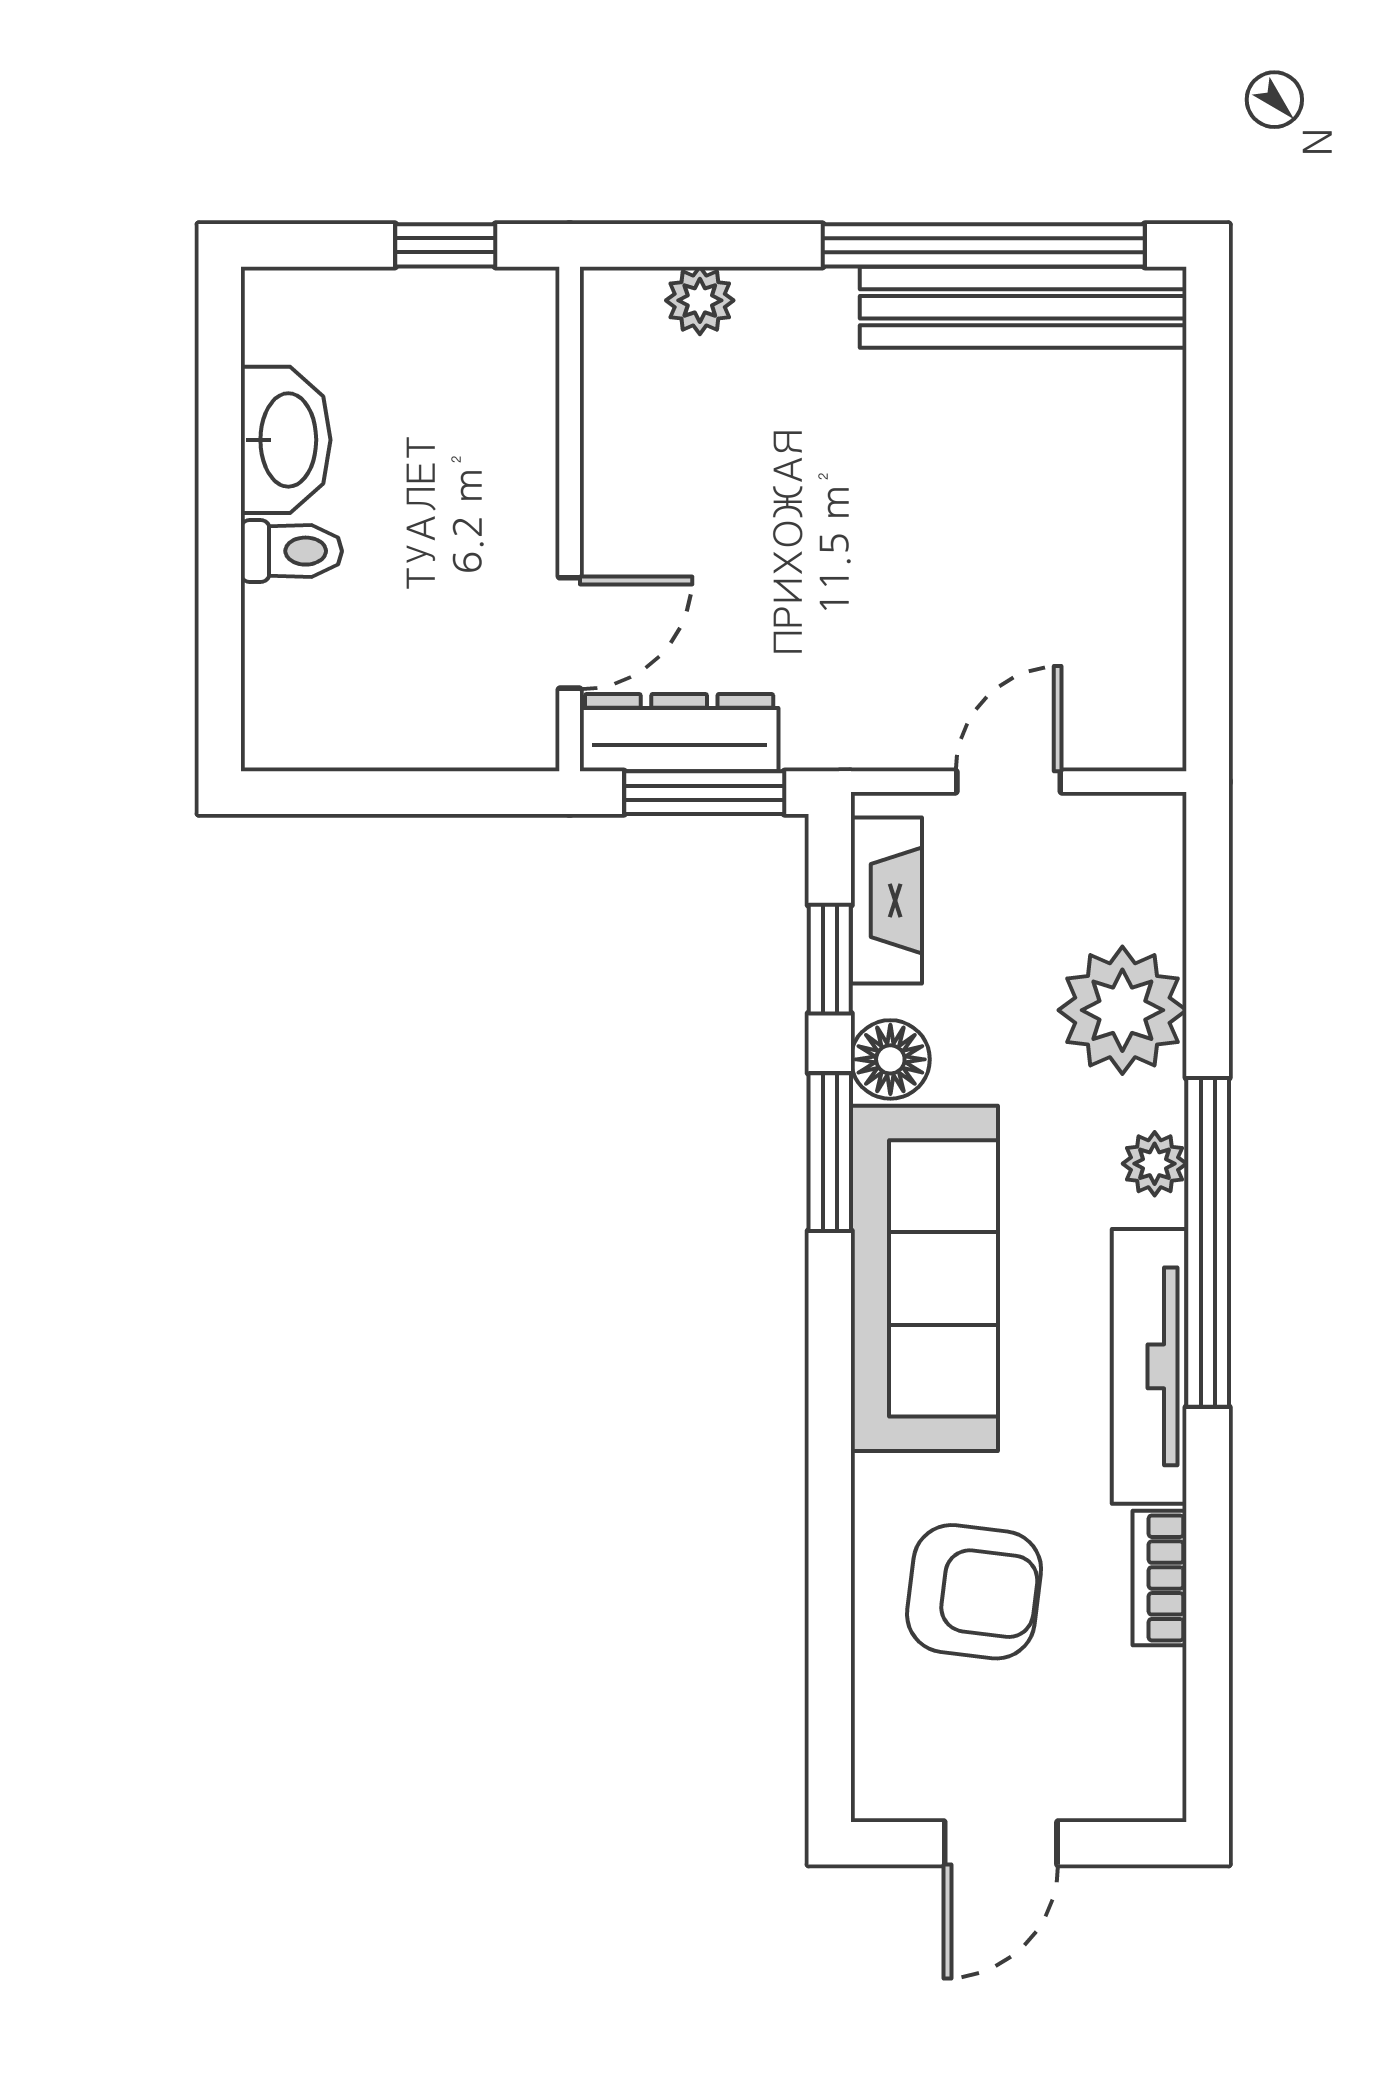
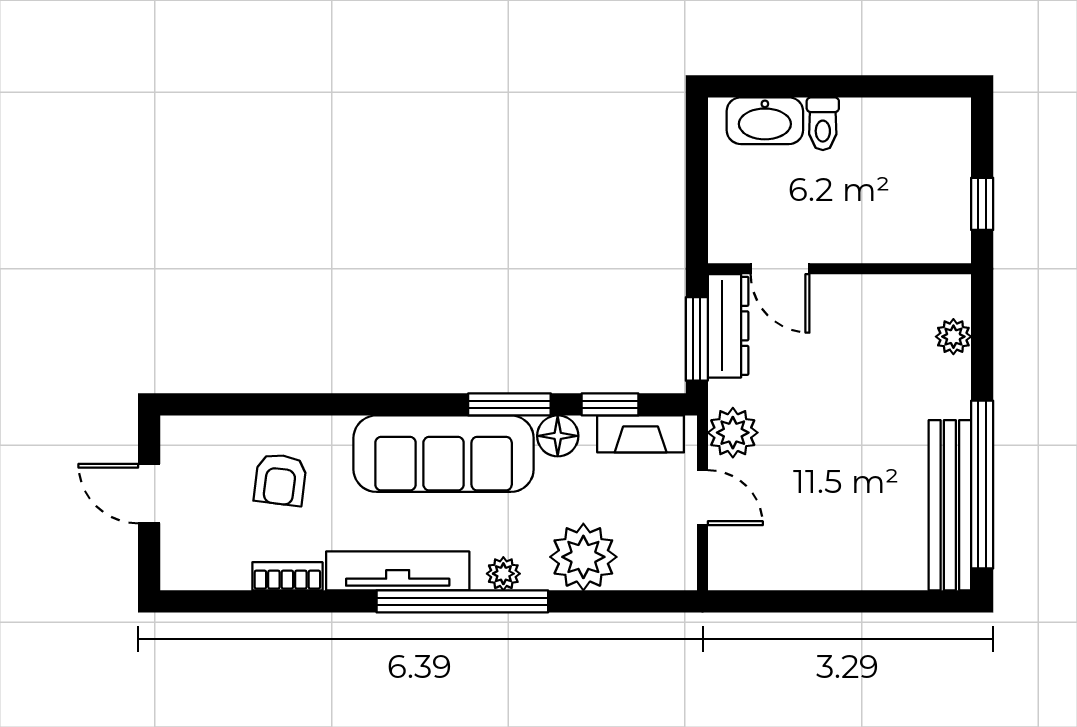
washbasin: (286, 440) -> (765, 121), moved
plant: (884, 724) -> (733, 433), added
armchair: (974, 1592) -> (280, 480), width x0.72, depth x0.72

